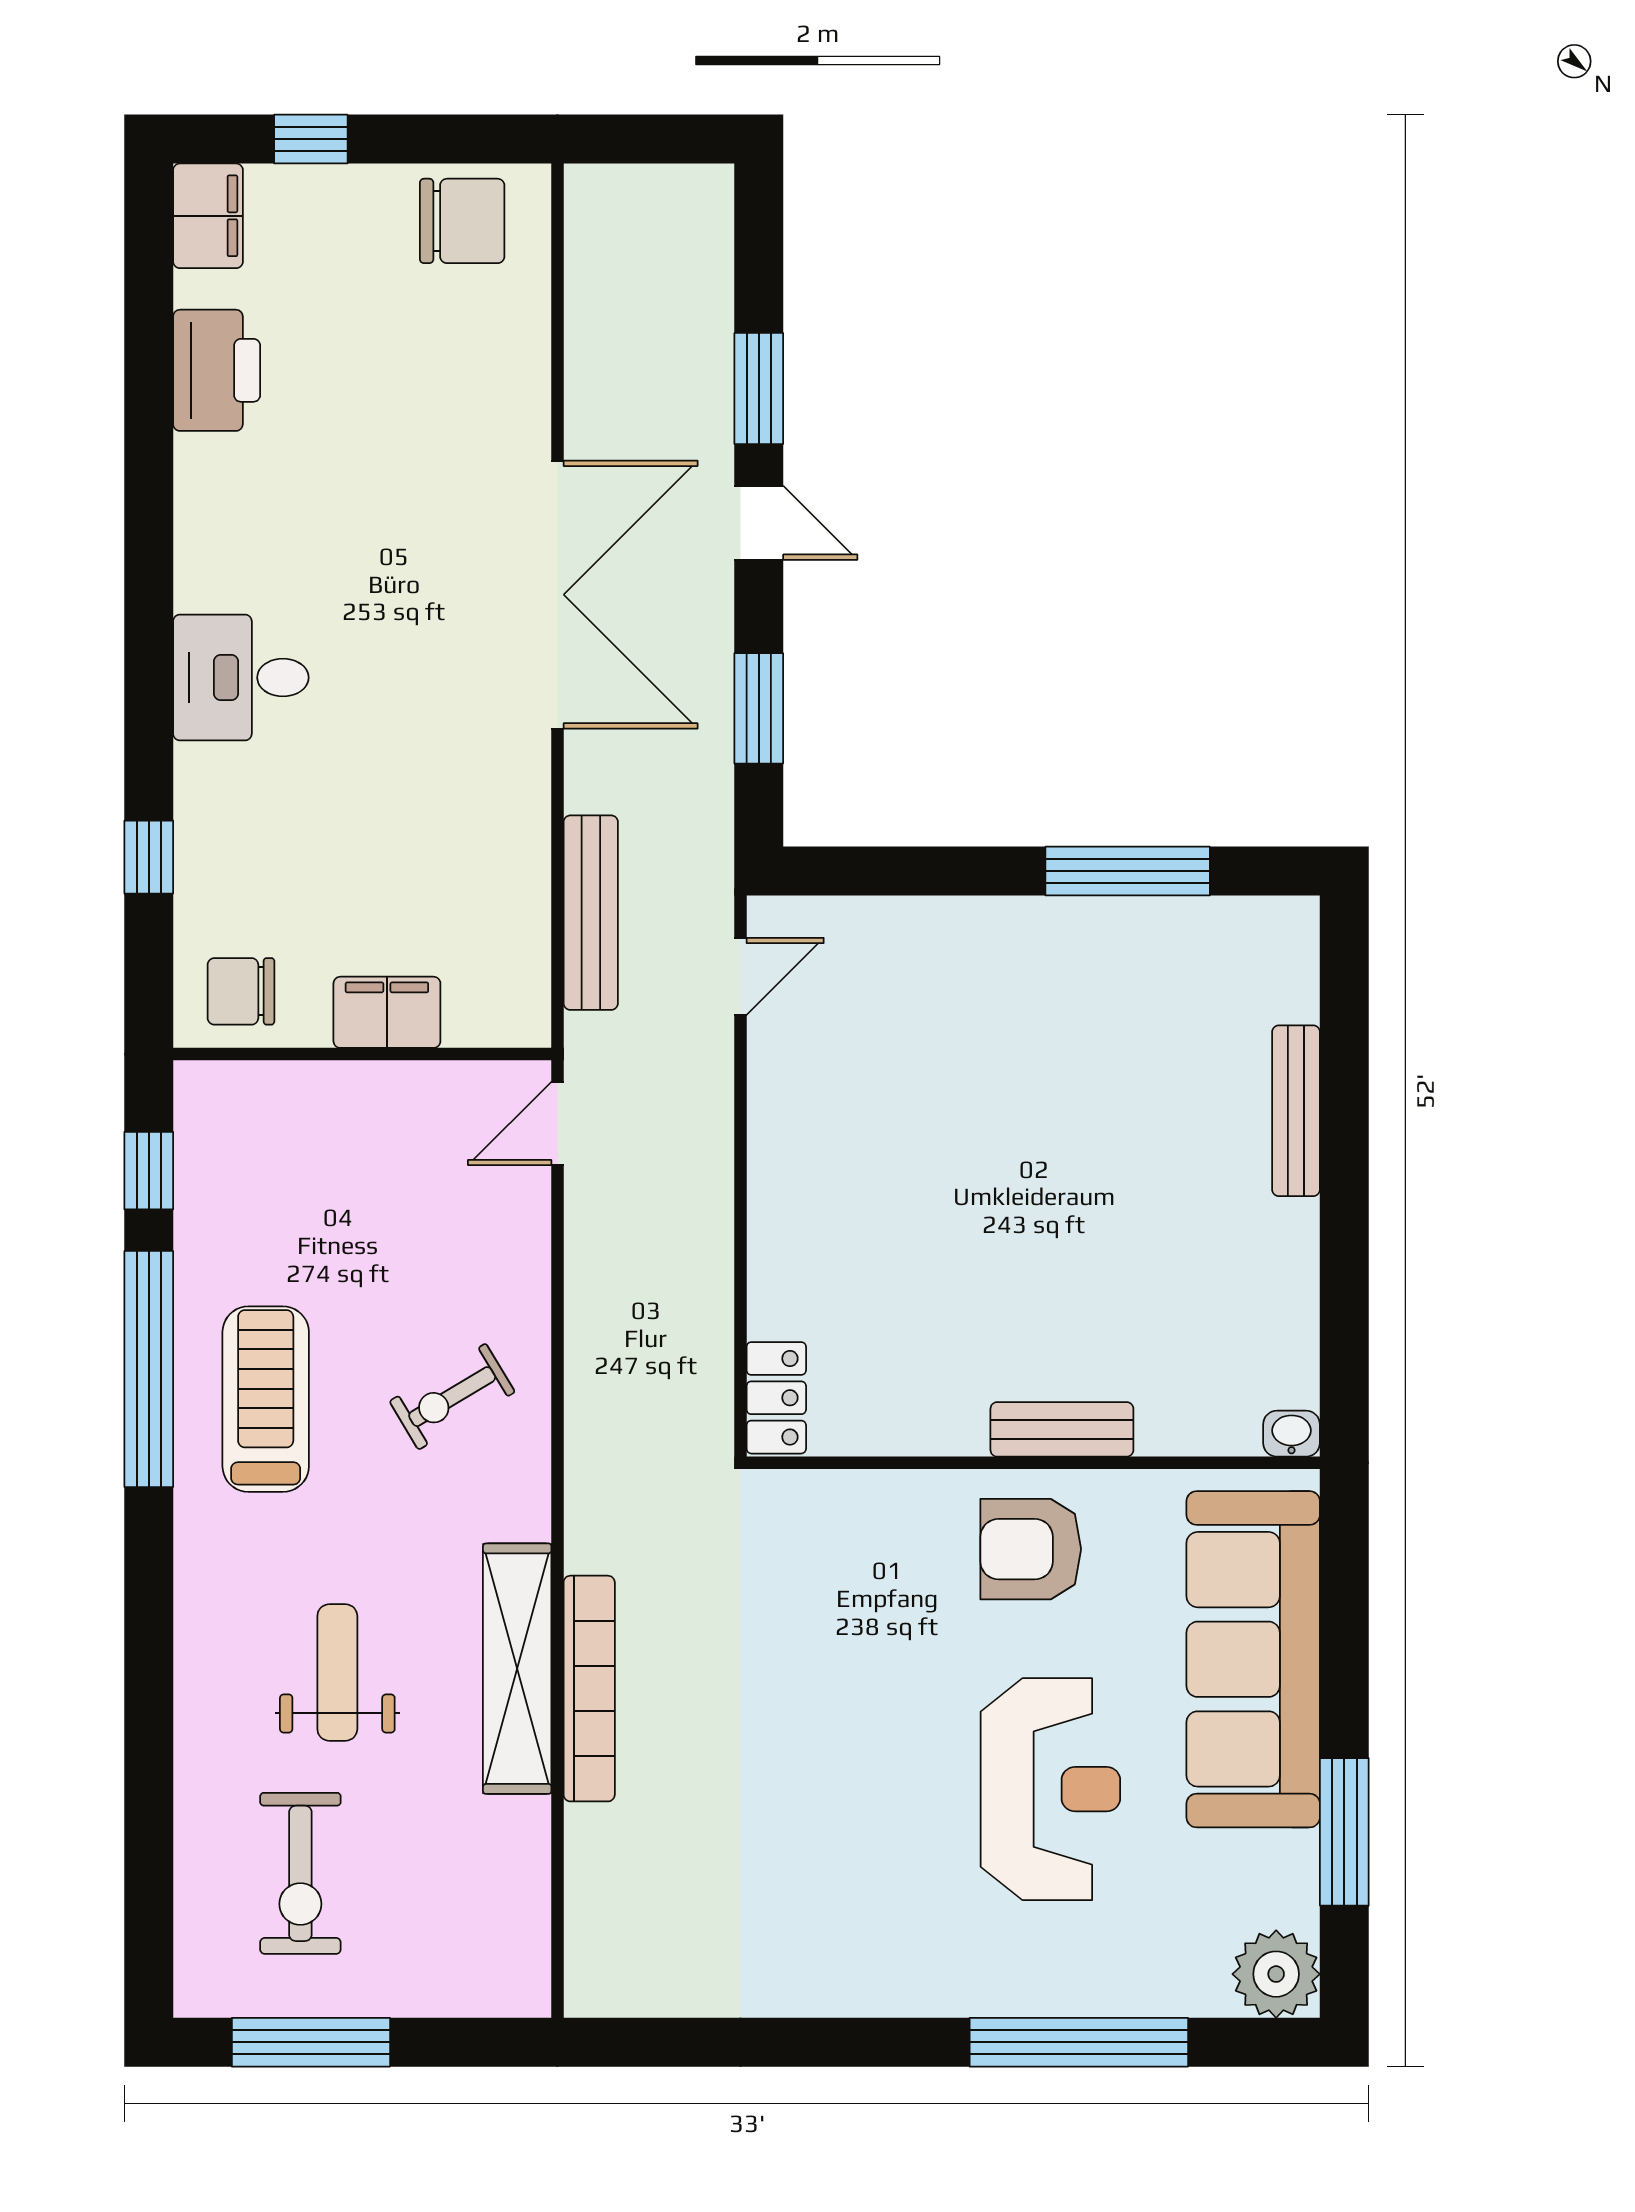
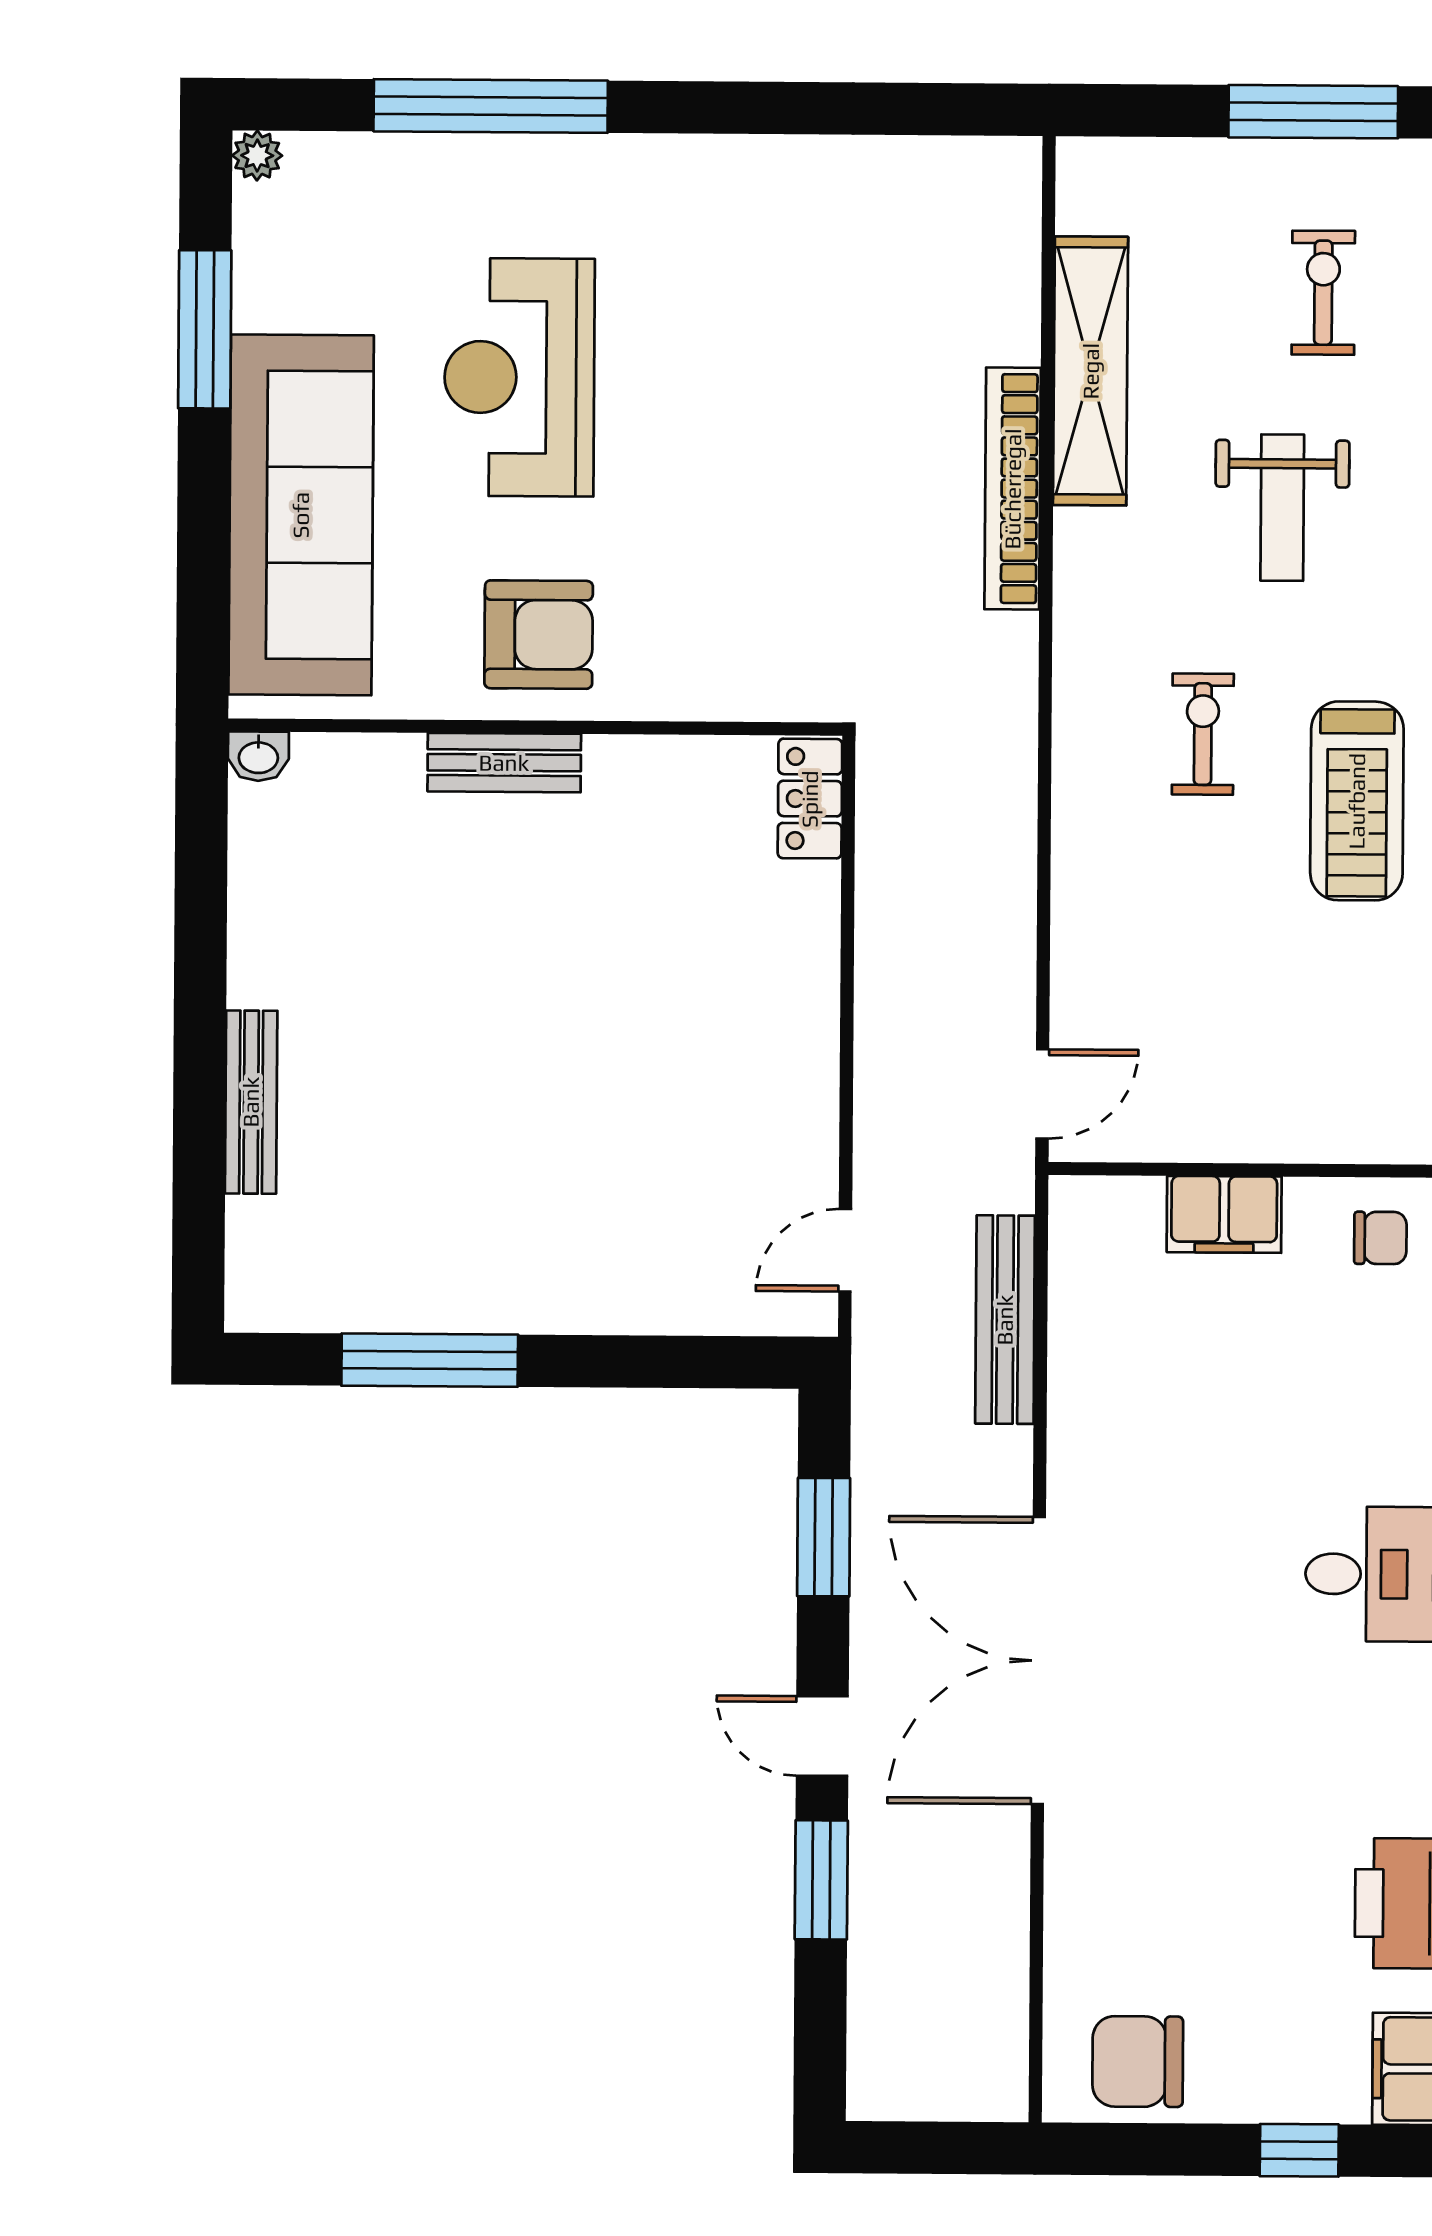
chair: (241, 991) -> (1380, 1238), width x0.73, depth x0.73
exercise bike: (452, 1397) -> (1203, 734), moved, turned -59
shelving: (517, 1669) -> (1091, 371), moved
exercise bike: (300, 1873) -> (1323, 293), width x0.73, depth x0.72
plant: (1276, 1974) -> (257, 156), width x0.53, depth x0.53

